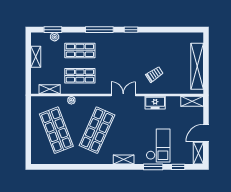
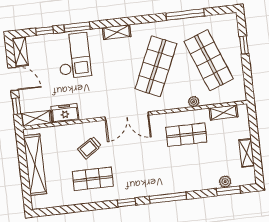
shop shelf: (80, 50) -> (93, 179), moved
double door: (123, 95) -> (127, 116), width x1.37
freezer: (155, 103) -> (65, 113), moved
window: (206, 112) -> (16, 106), added
door: (206, 133) -> (13, 79), hinge flipped
window: (28, 139) -> (244, 45), added
checkout: (158, 145) -> (74, 56), turned 180
window: (70, 167) -> (185, 15), added

